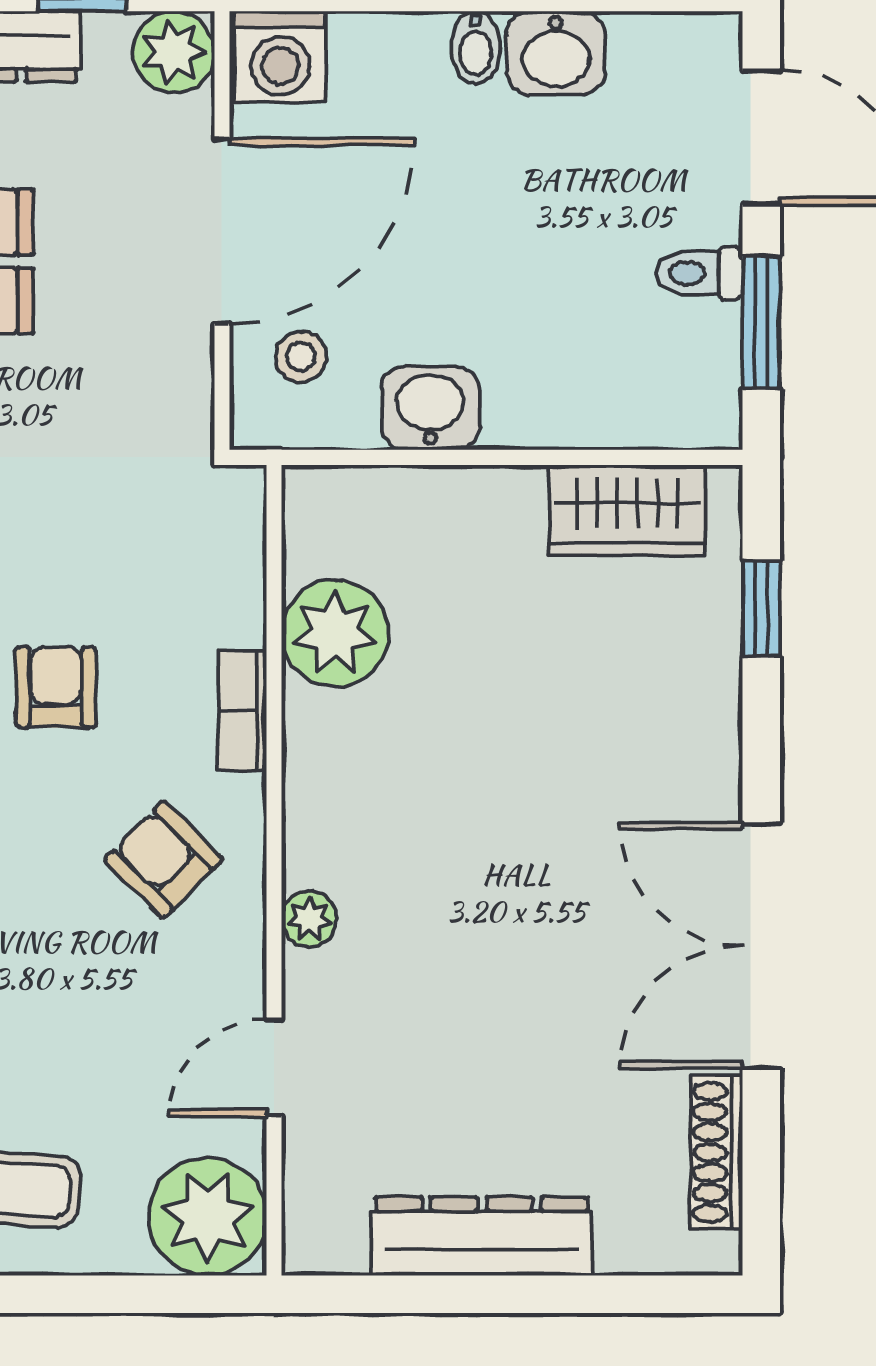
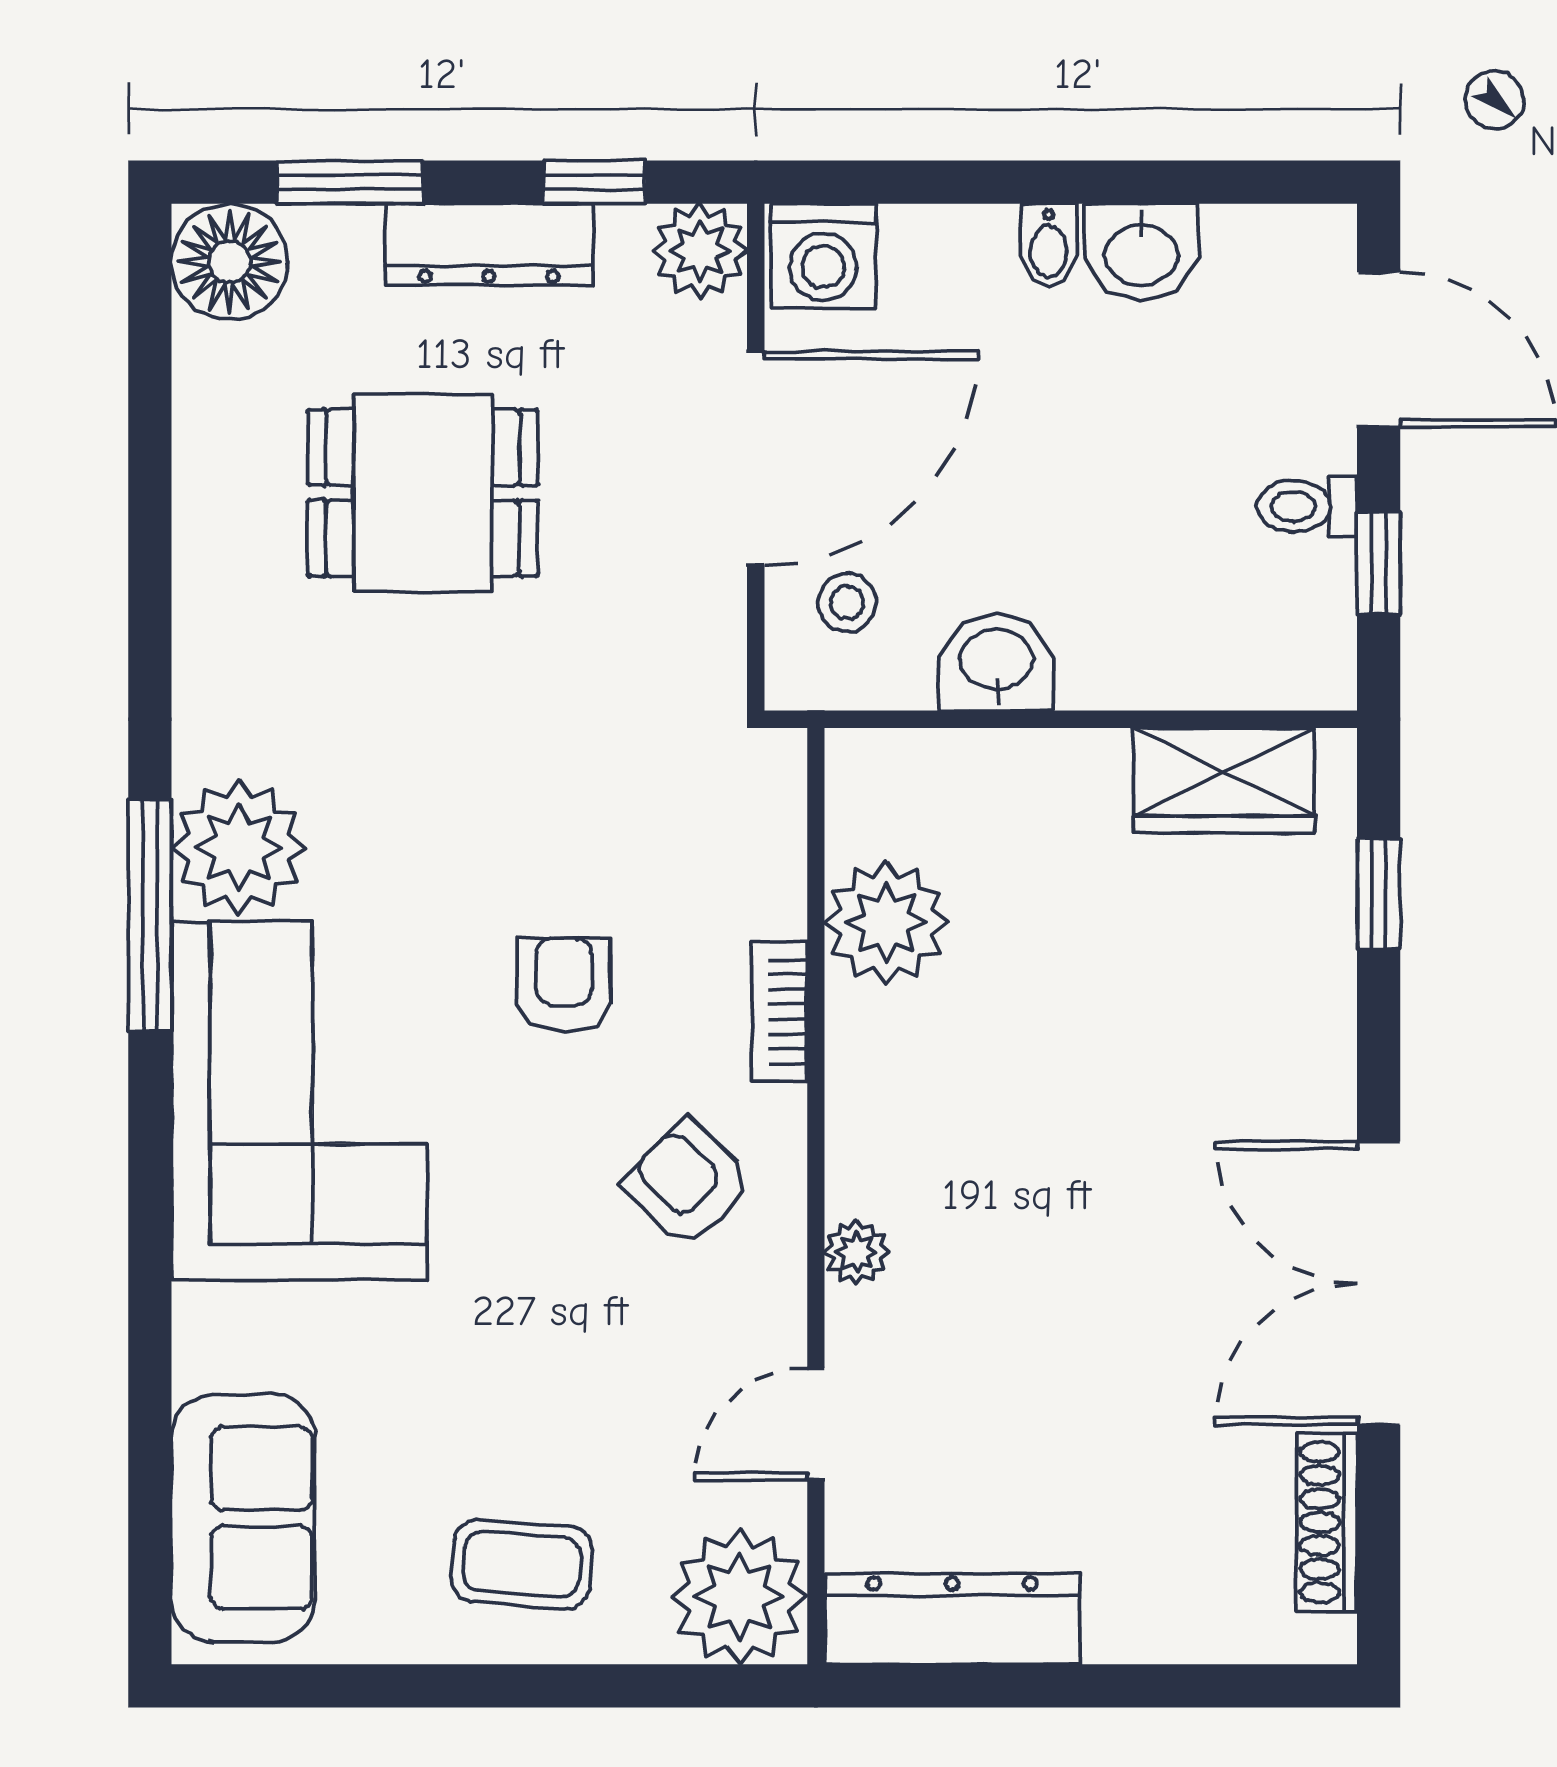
window: (761, 323) -> (1379, 563), width x0.67
dresser: (482, 1236) -> (952, 1619), moved

